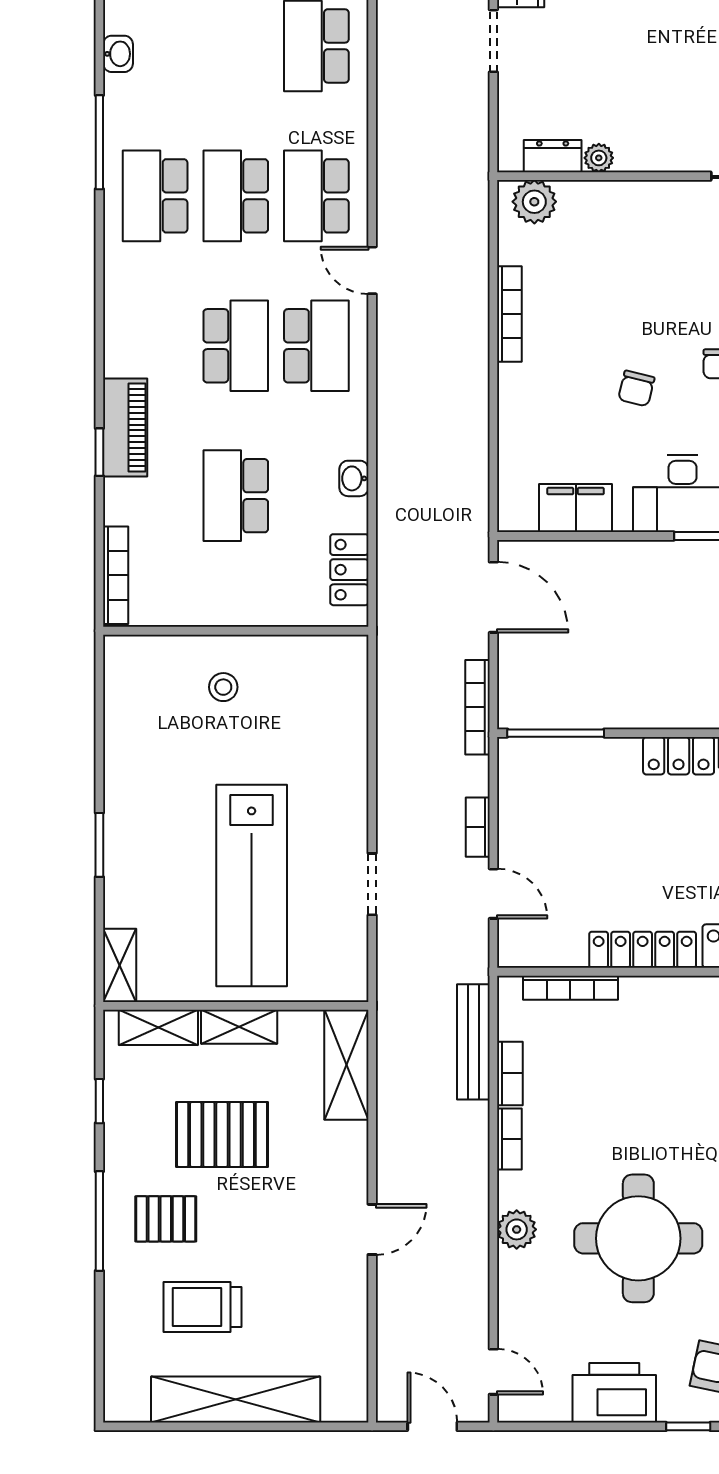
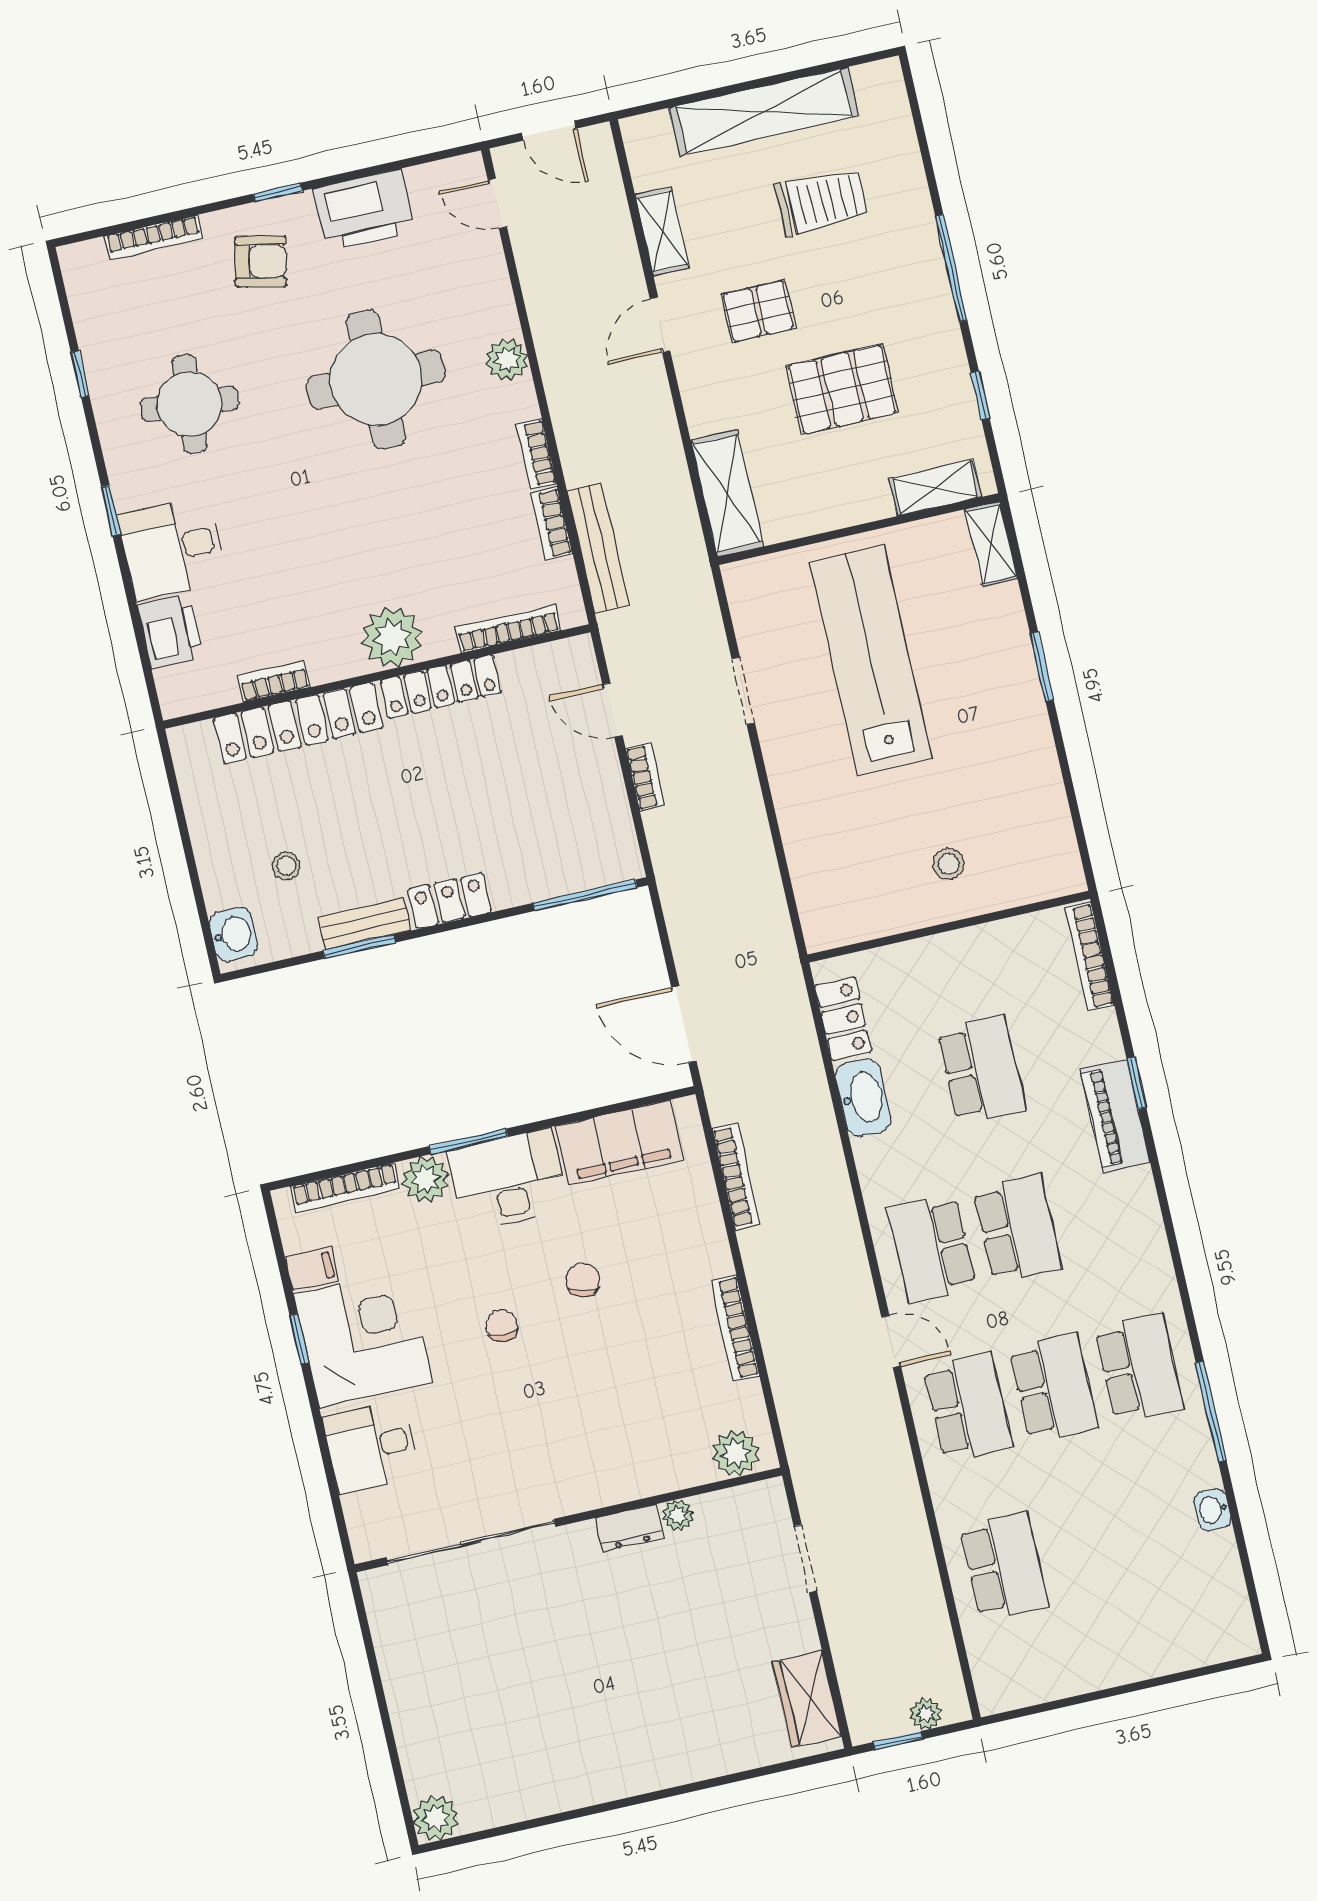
doorway: (493, 41) -> (805, 1558), moved
dresser: (553, 156) -> (629, 1528), moved
school desk: (236, 346) -> (1017, 1229), turned 180
washbasin: (354, 478) -> (863, 1098), width x1.91, depth x1.45
filing cabinet: (576, 508) -> (619, 1143), width x1.50, depth x1.17
bookcase: (477, 707) -> (736, 1176), moved
plant: (676, 1004) -> (392, 637), added
shelving: (239, 1027) -> (662, 231), moved, turned 90
pallet: (166, 1219) -> (758, 311), moved

